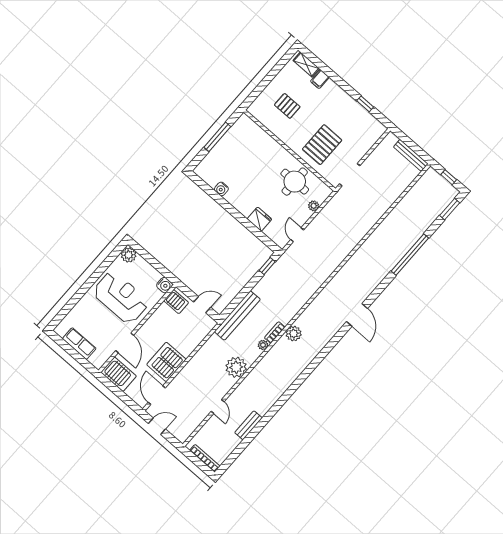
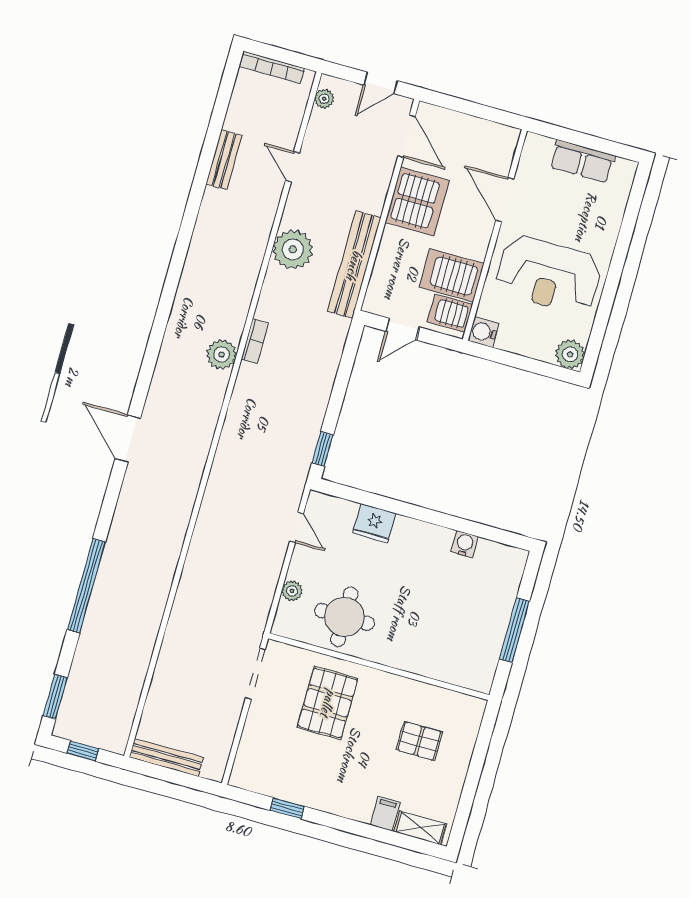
bench: (237, 315) -> (354, 265), moved
plant: (263, 345) -> (324, 99), moved
server rack: (119, 374) -> (452, 275), moved

